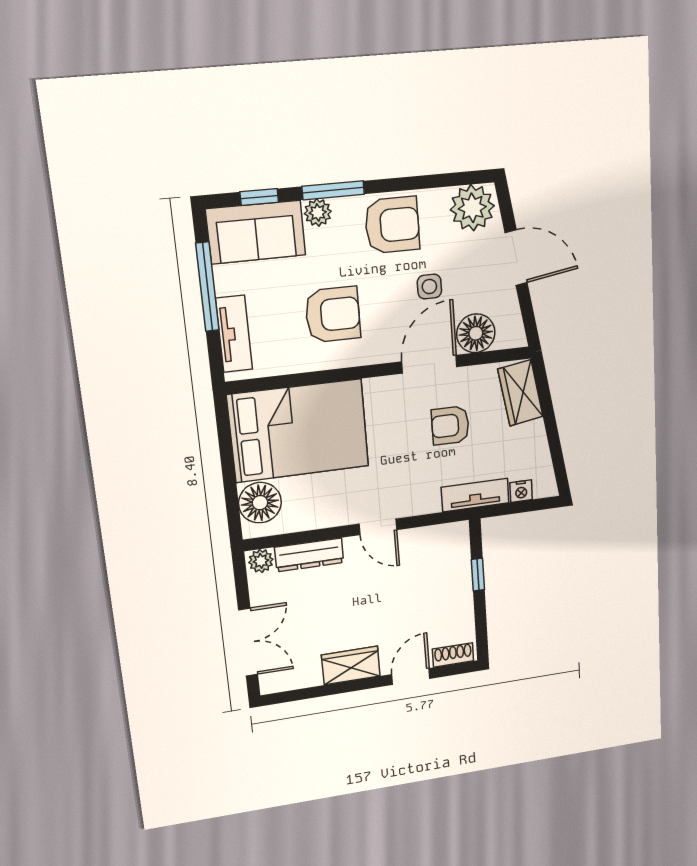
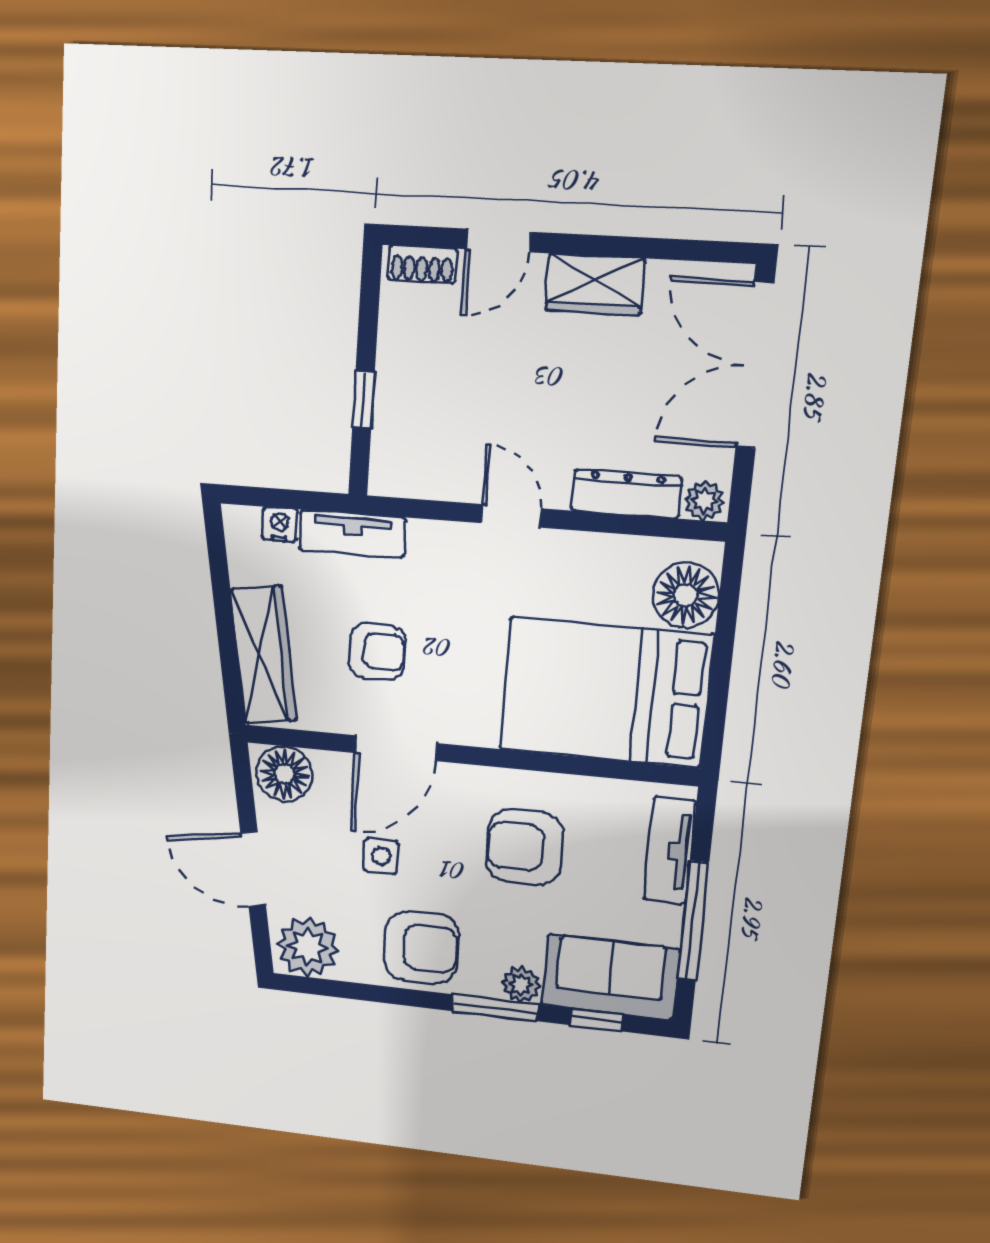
armchair: (392, 225) -> (421, 948), turned 180
floor lamp: (476, 333) -> (285, 774), moved
wardrobe: (520, 393) -> (263, 655), width x1.50
double door: (248, 642) -> (755, 366), width x1.37

